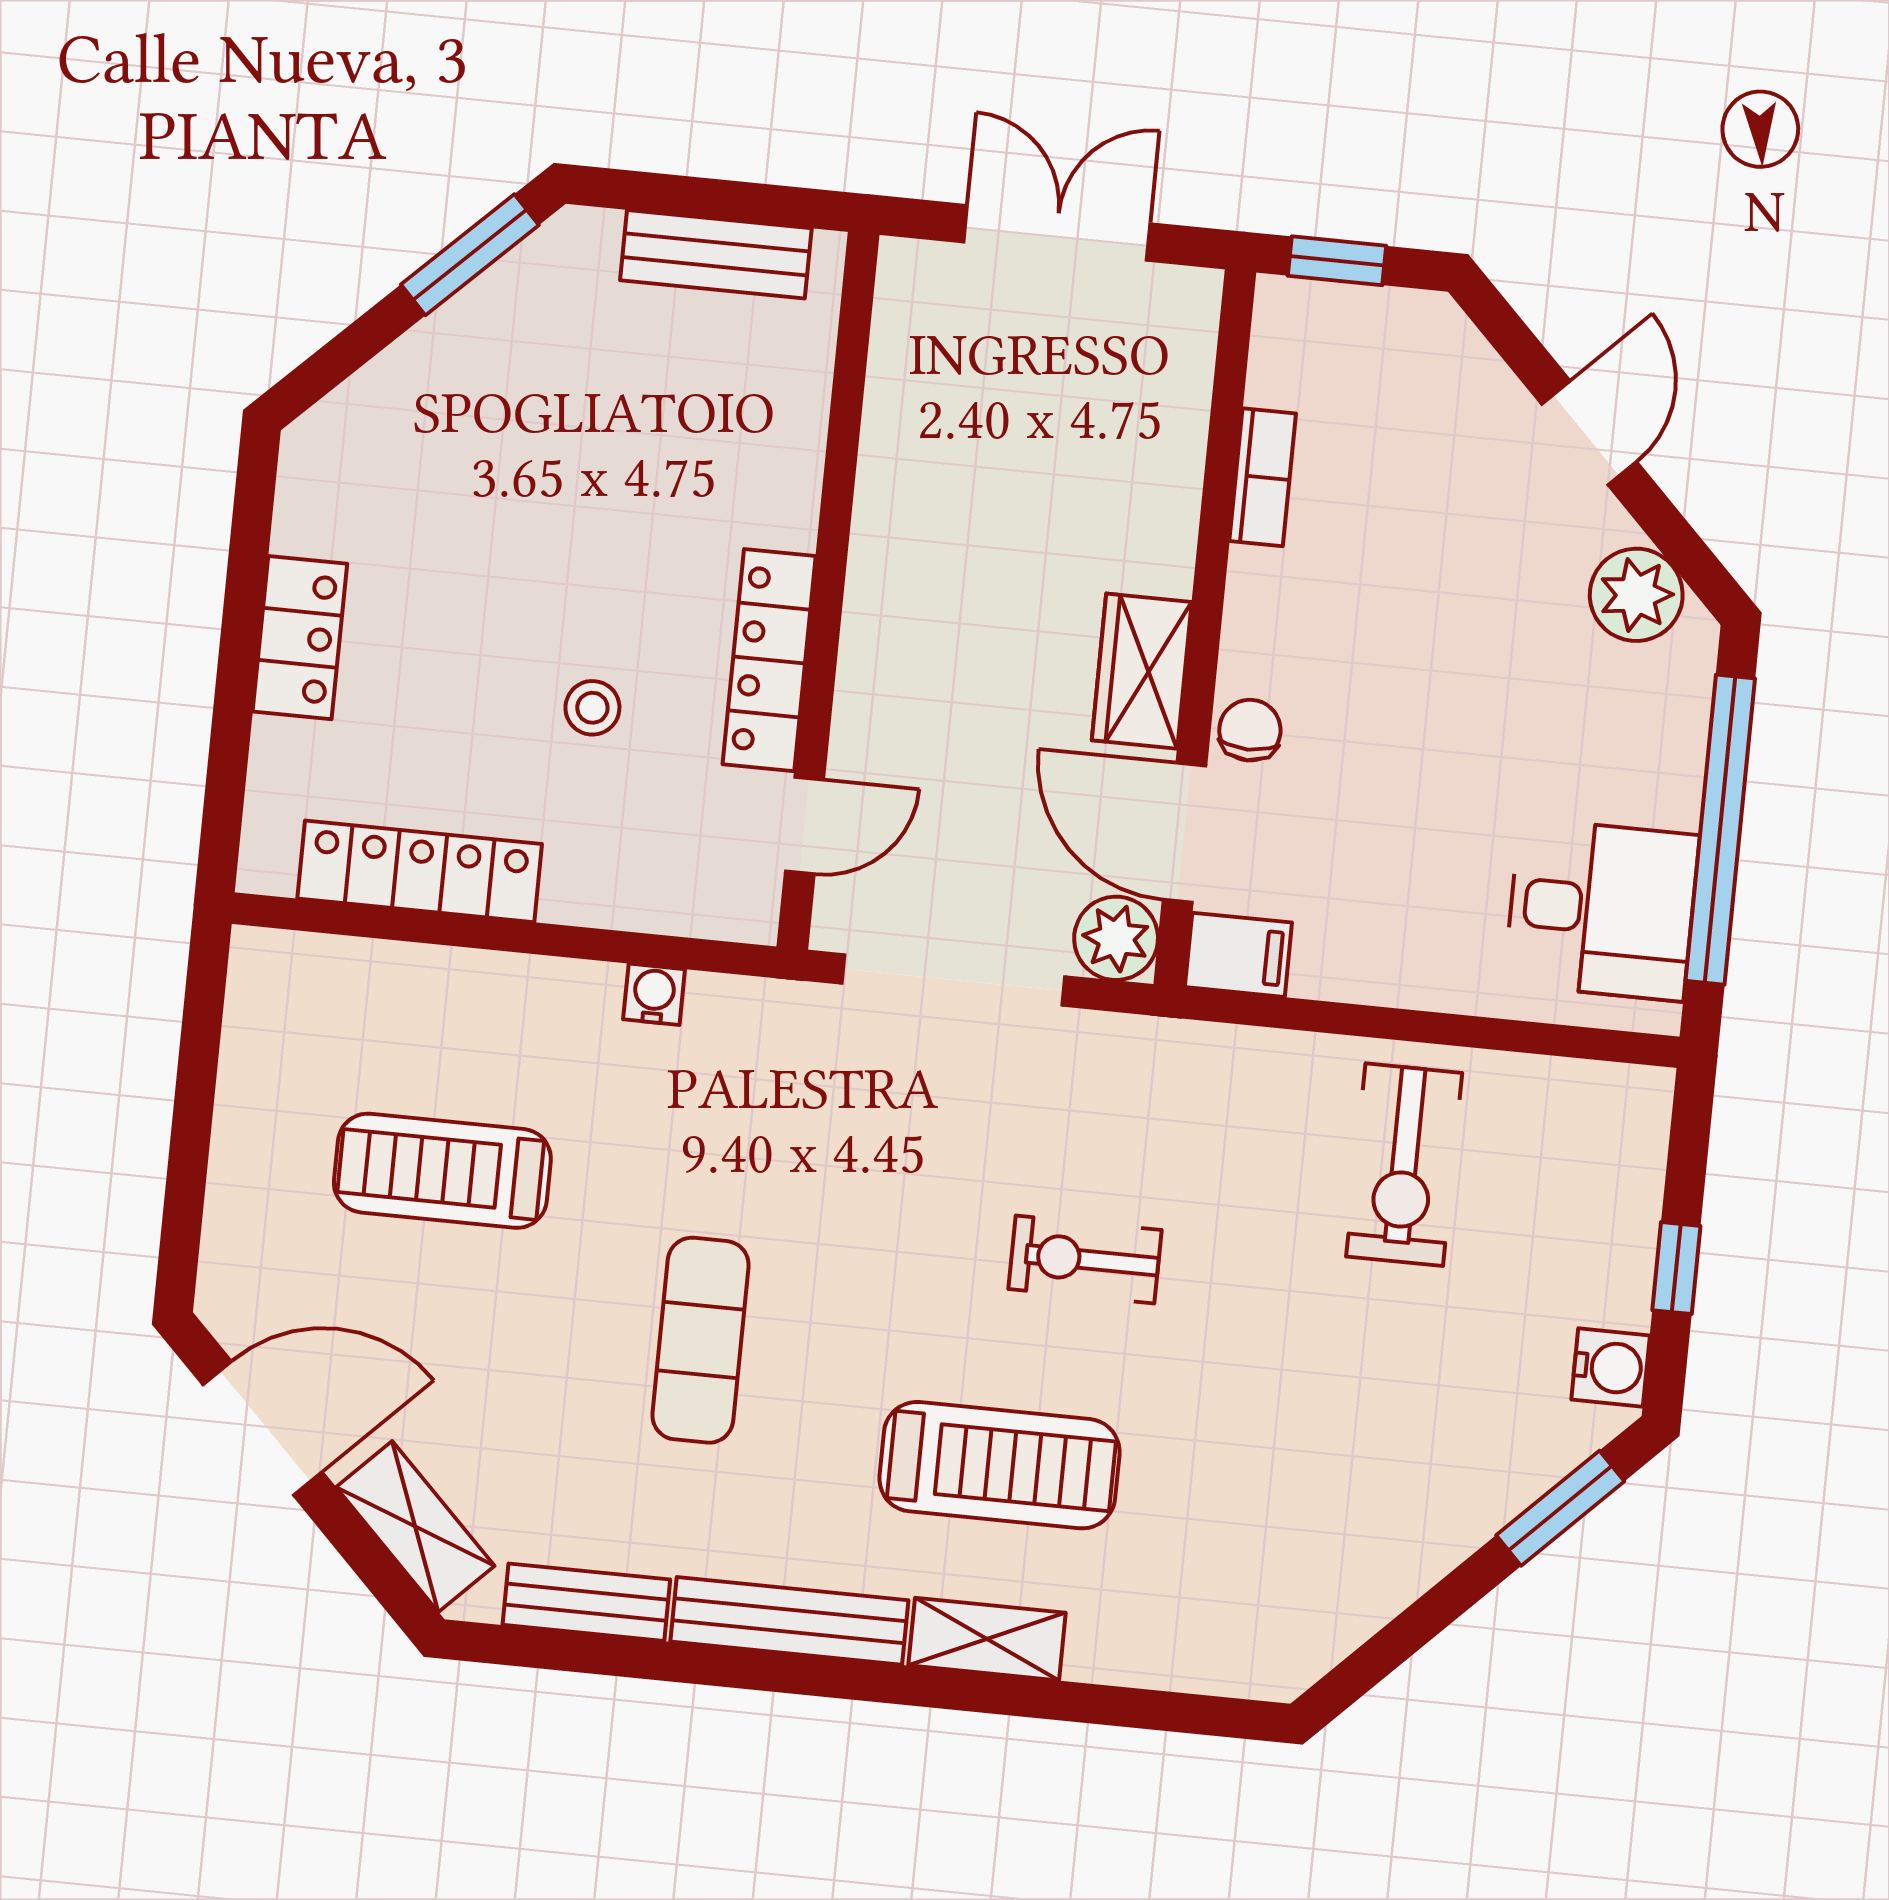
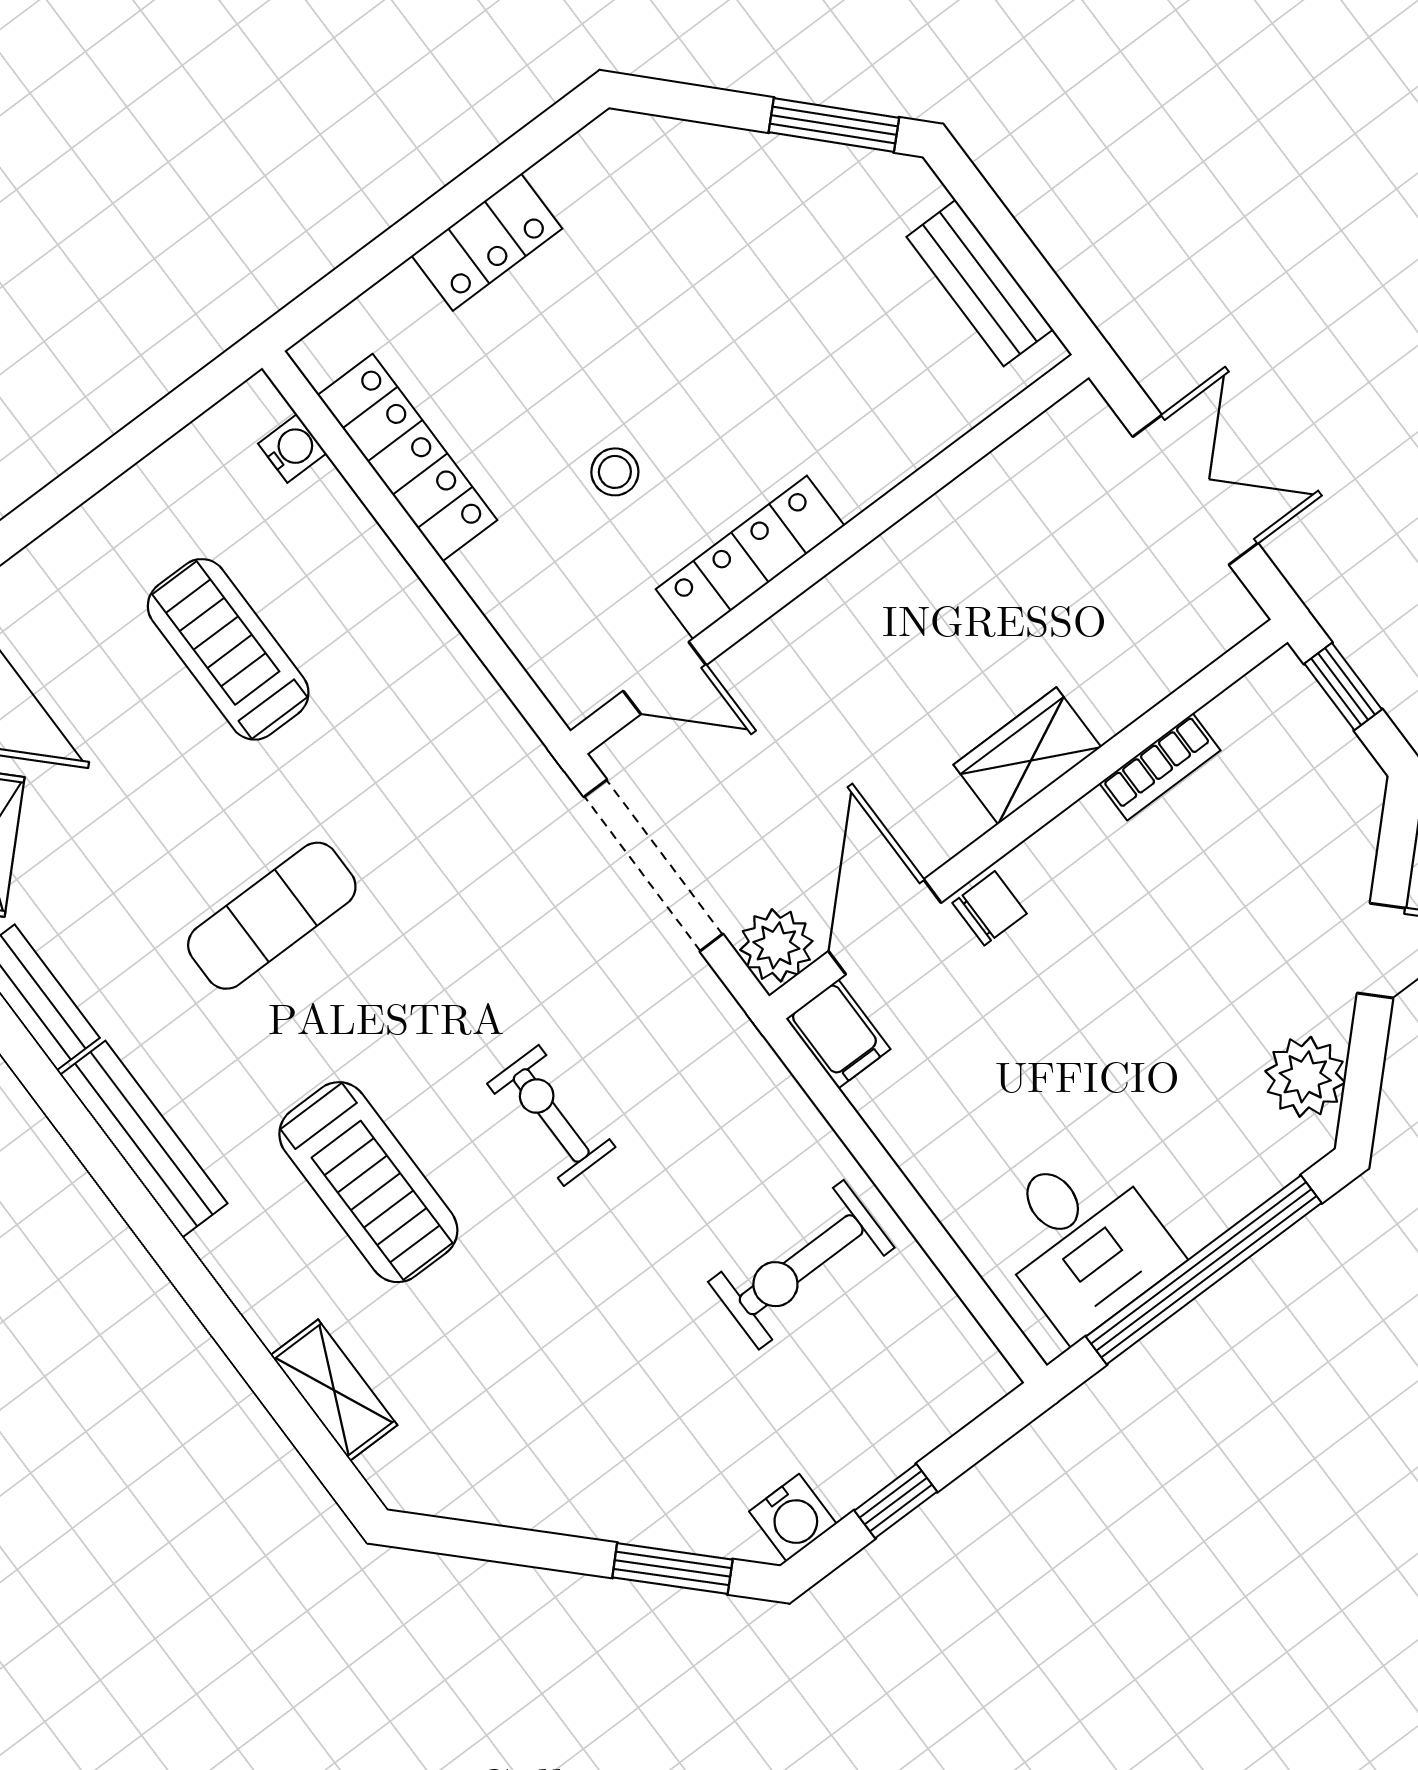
wardrobe: (1142, 671) -> (1027, 756), moved
water cooler: (654, 994) -> (292, 448), moved
shelving: (987, 1639) -> (334, 1390), moved

